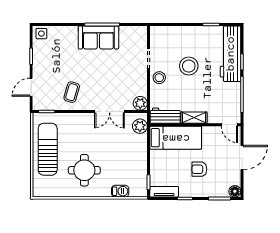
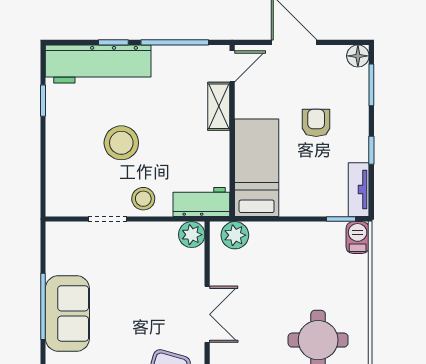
double door: (110, 112) -> (207, 314), moved
workbench: (165, 116) -> (201, 202), moved, turned 90
shelving: (194, 118) -> (219, 106), moved
armchair: (199, 169) -> (316, 123), turned 180
barbecue: (120, 191) -> (358, 238), moved

